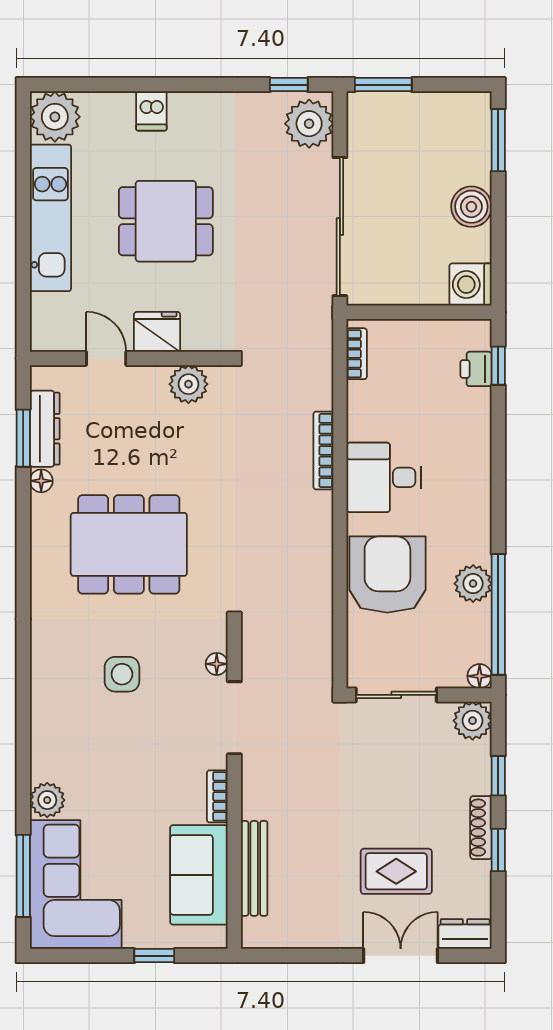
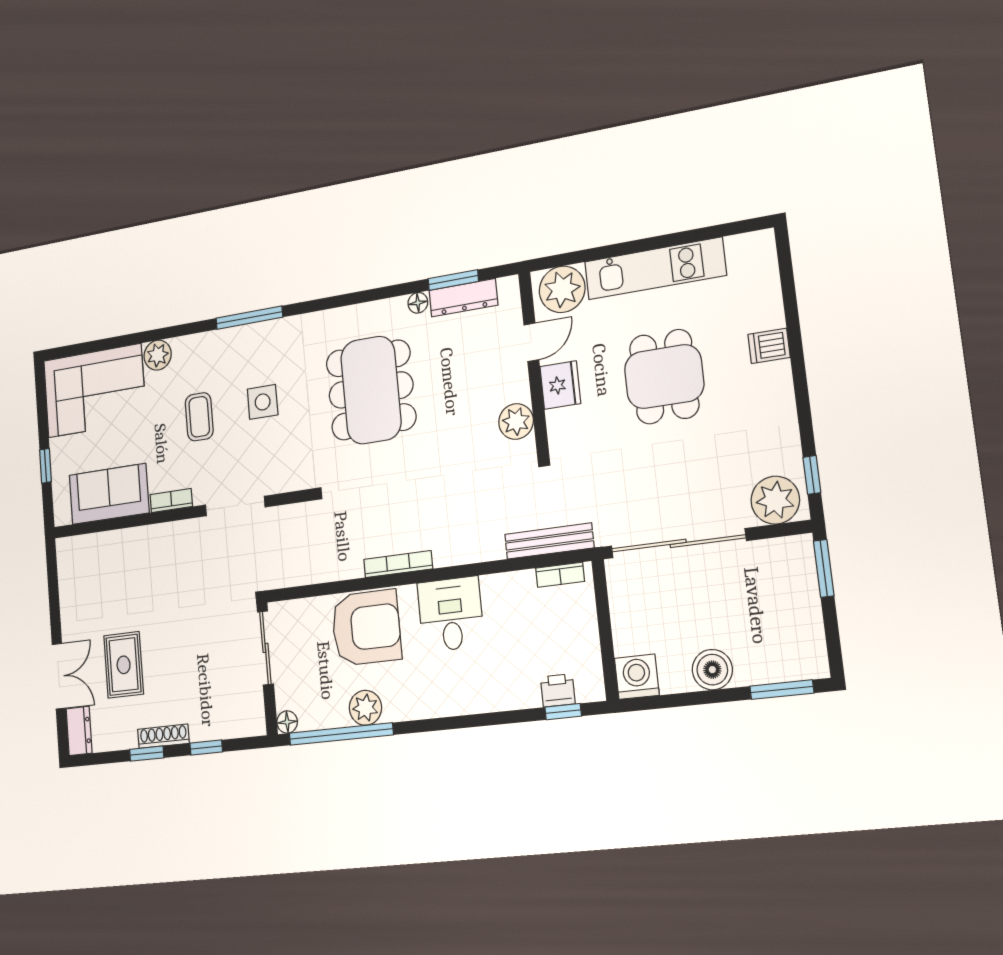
plant: (55, 117) -> (562, 289), moved
bookcase: (323, 451) -> (398, 564), moved
floor lamp: (217, 664) -> (278, 484), removed
plant: (473, 721) -> (250, 720), removed
coffee table: (127, 754) -> (199, 417), added
bench: (254, 868) -> (549, 541), moved
window: (23, 876) -> (249, 318), moved

